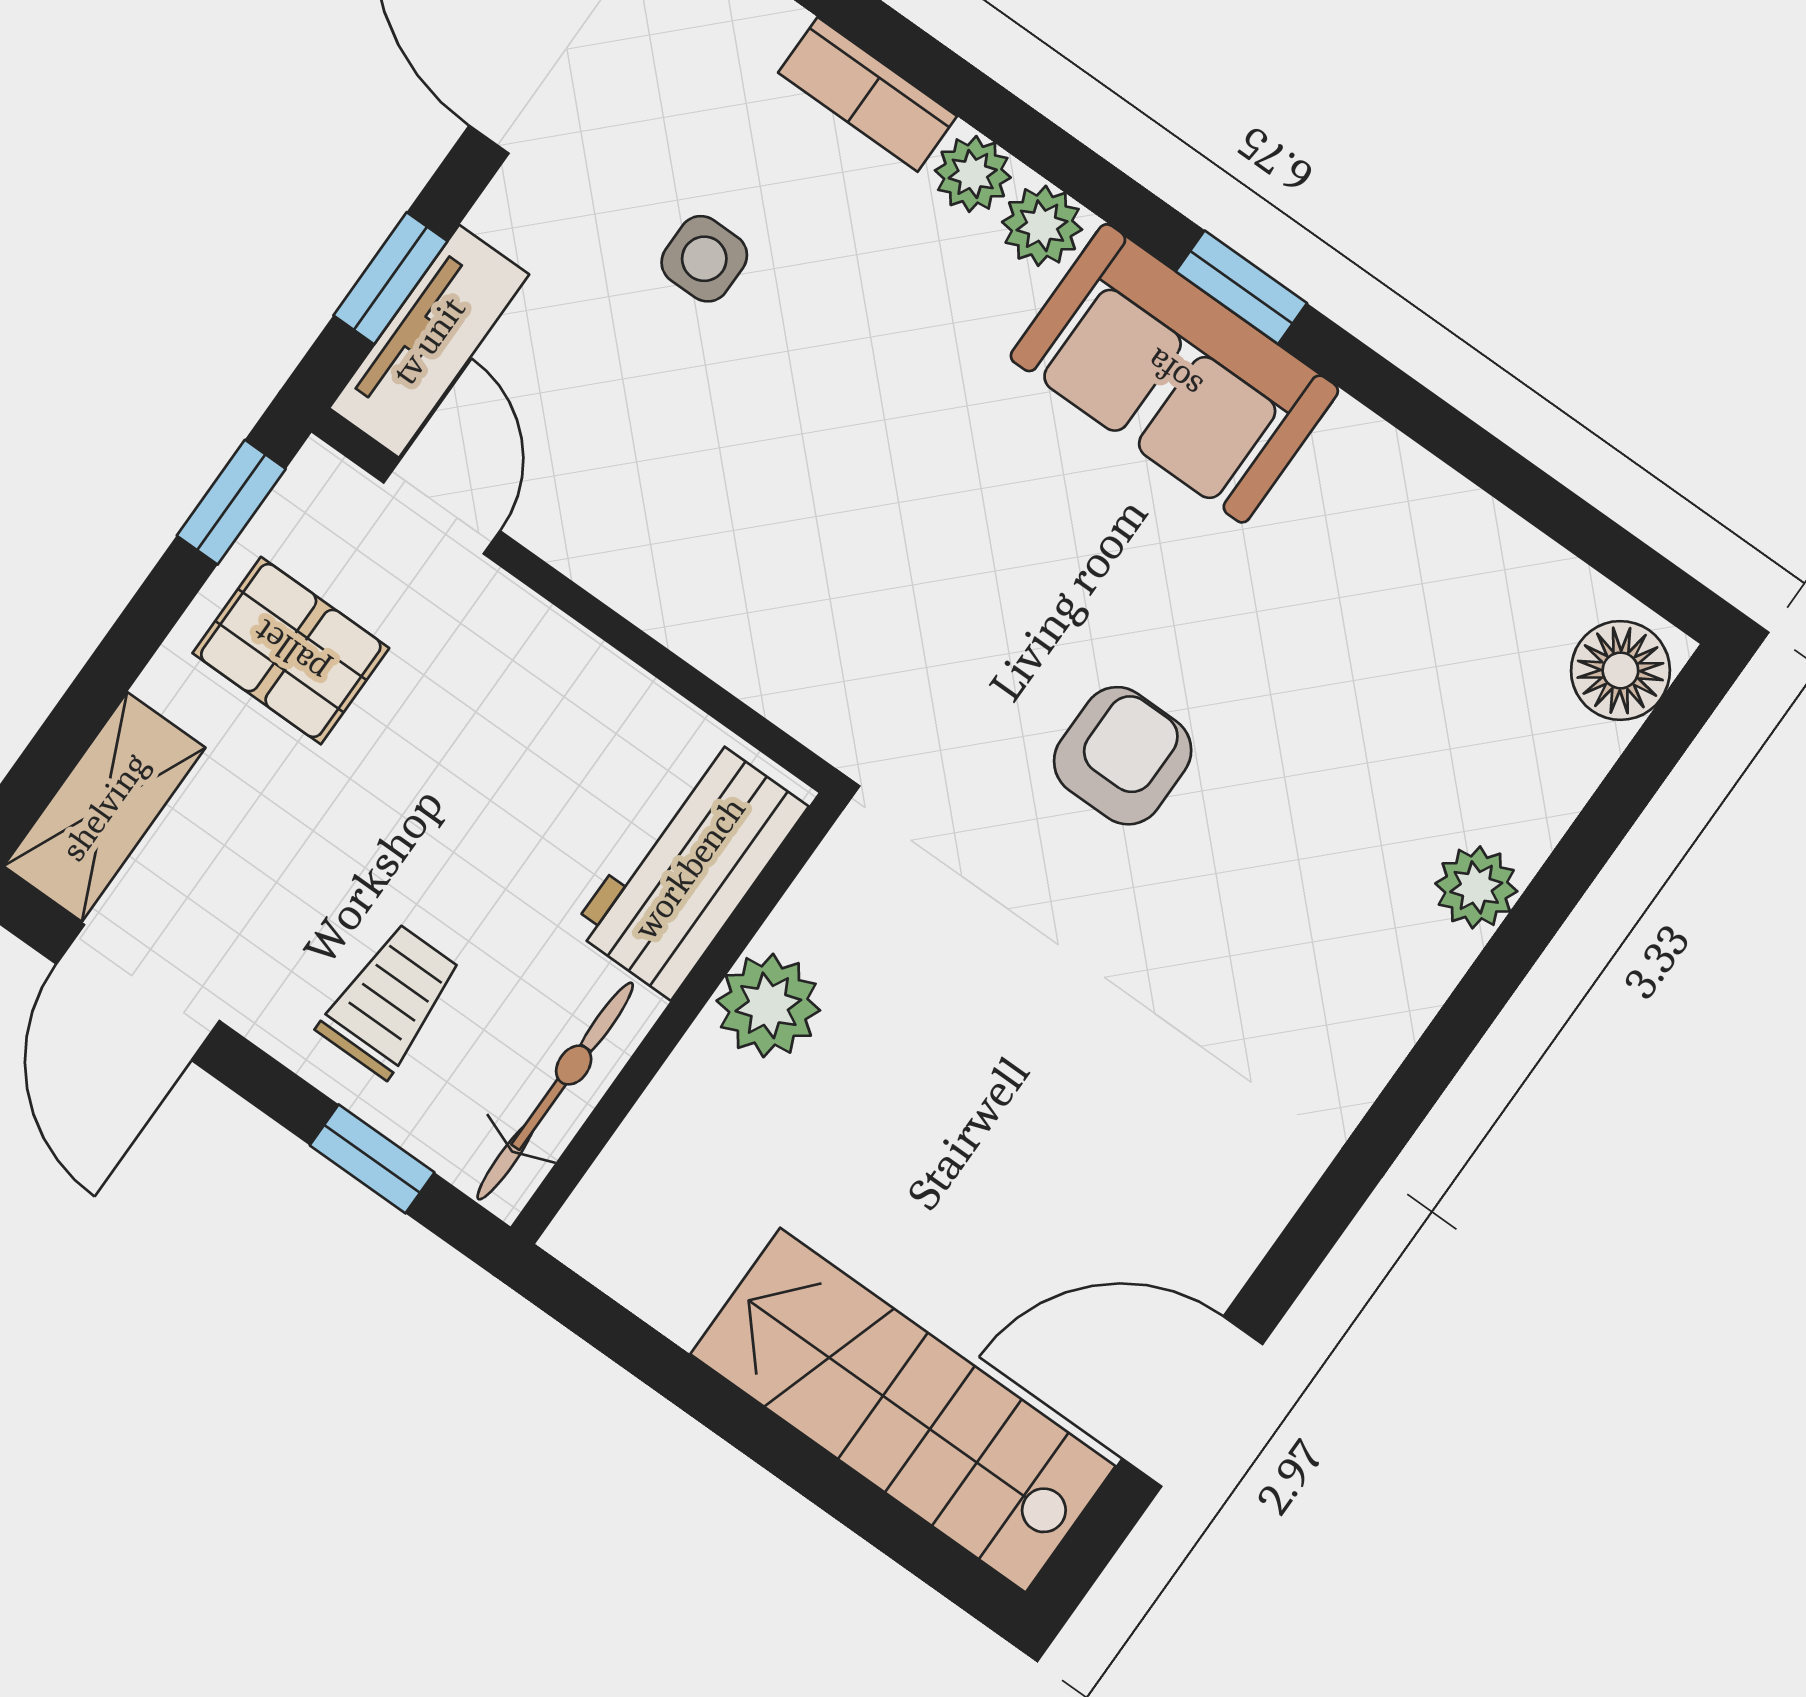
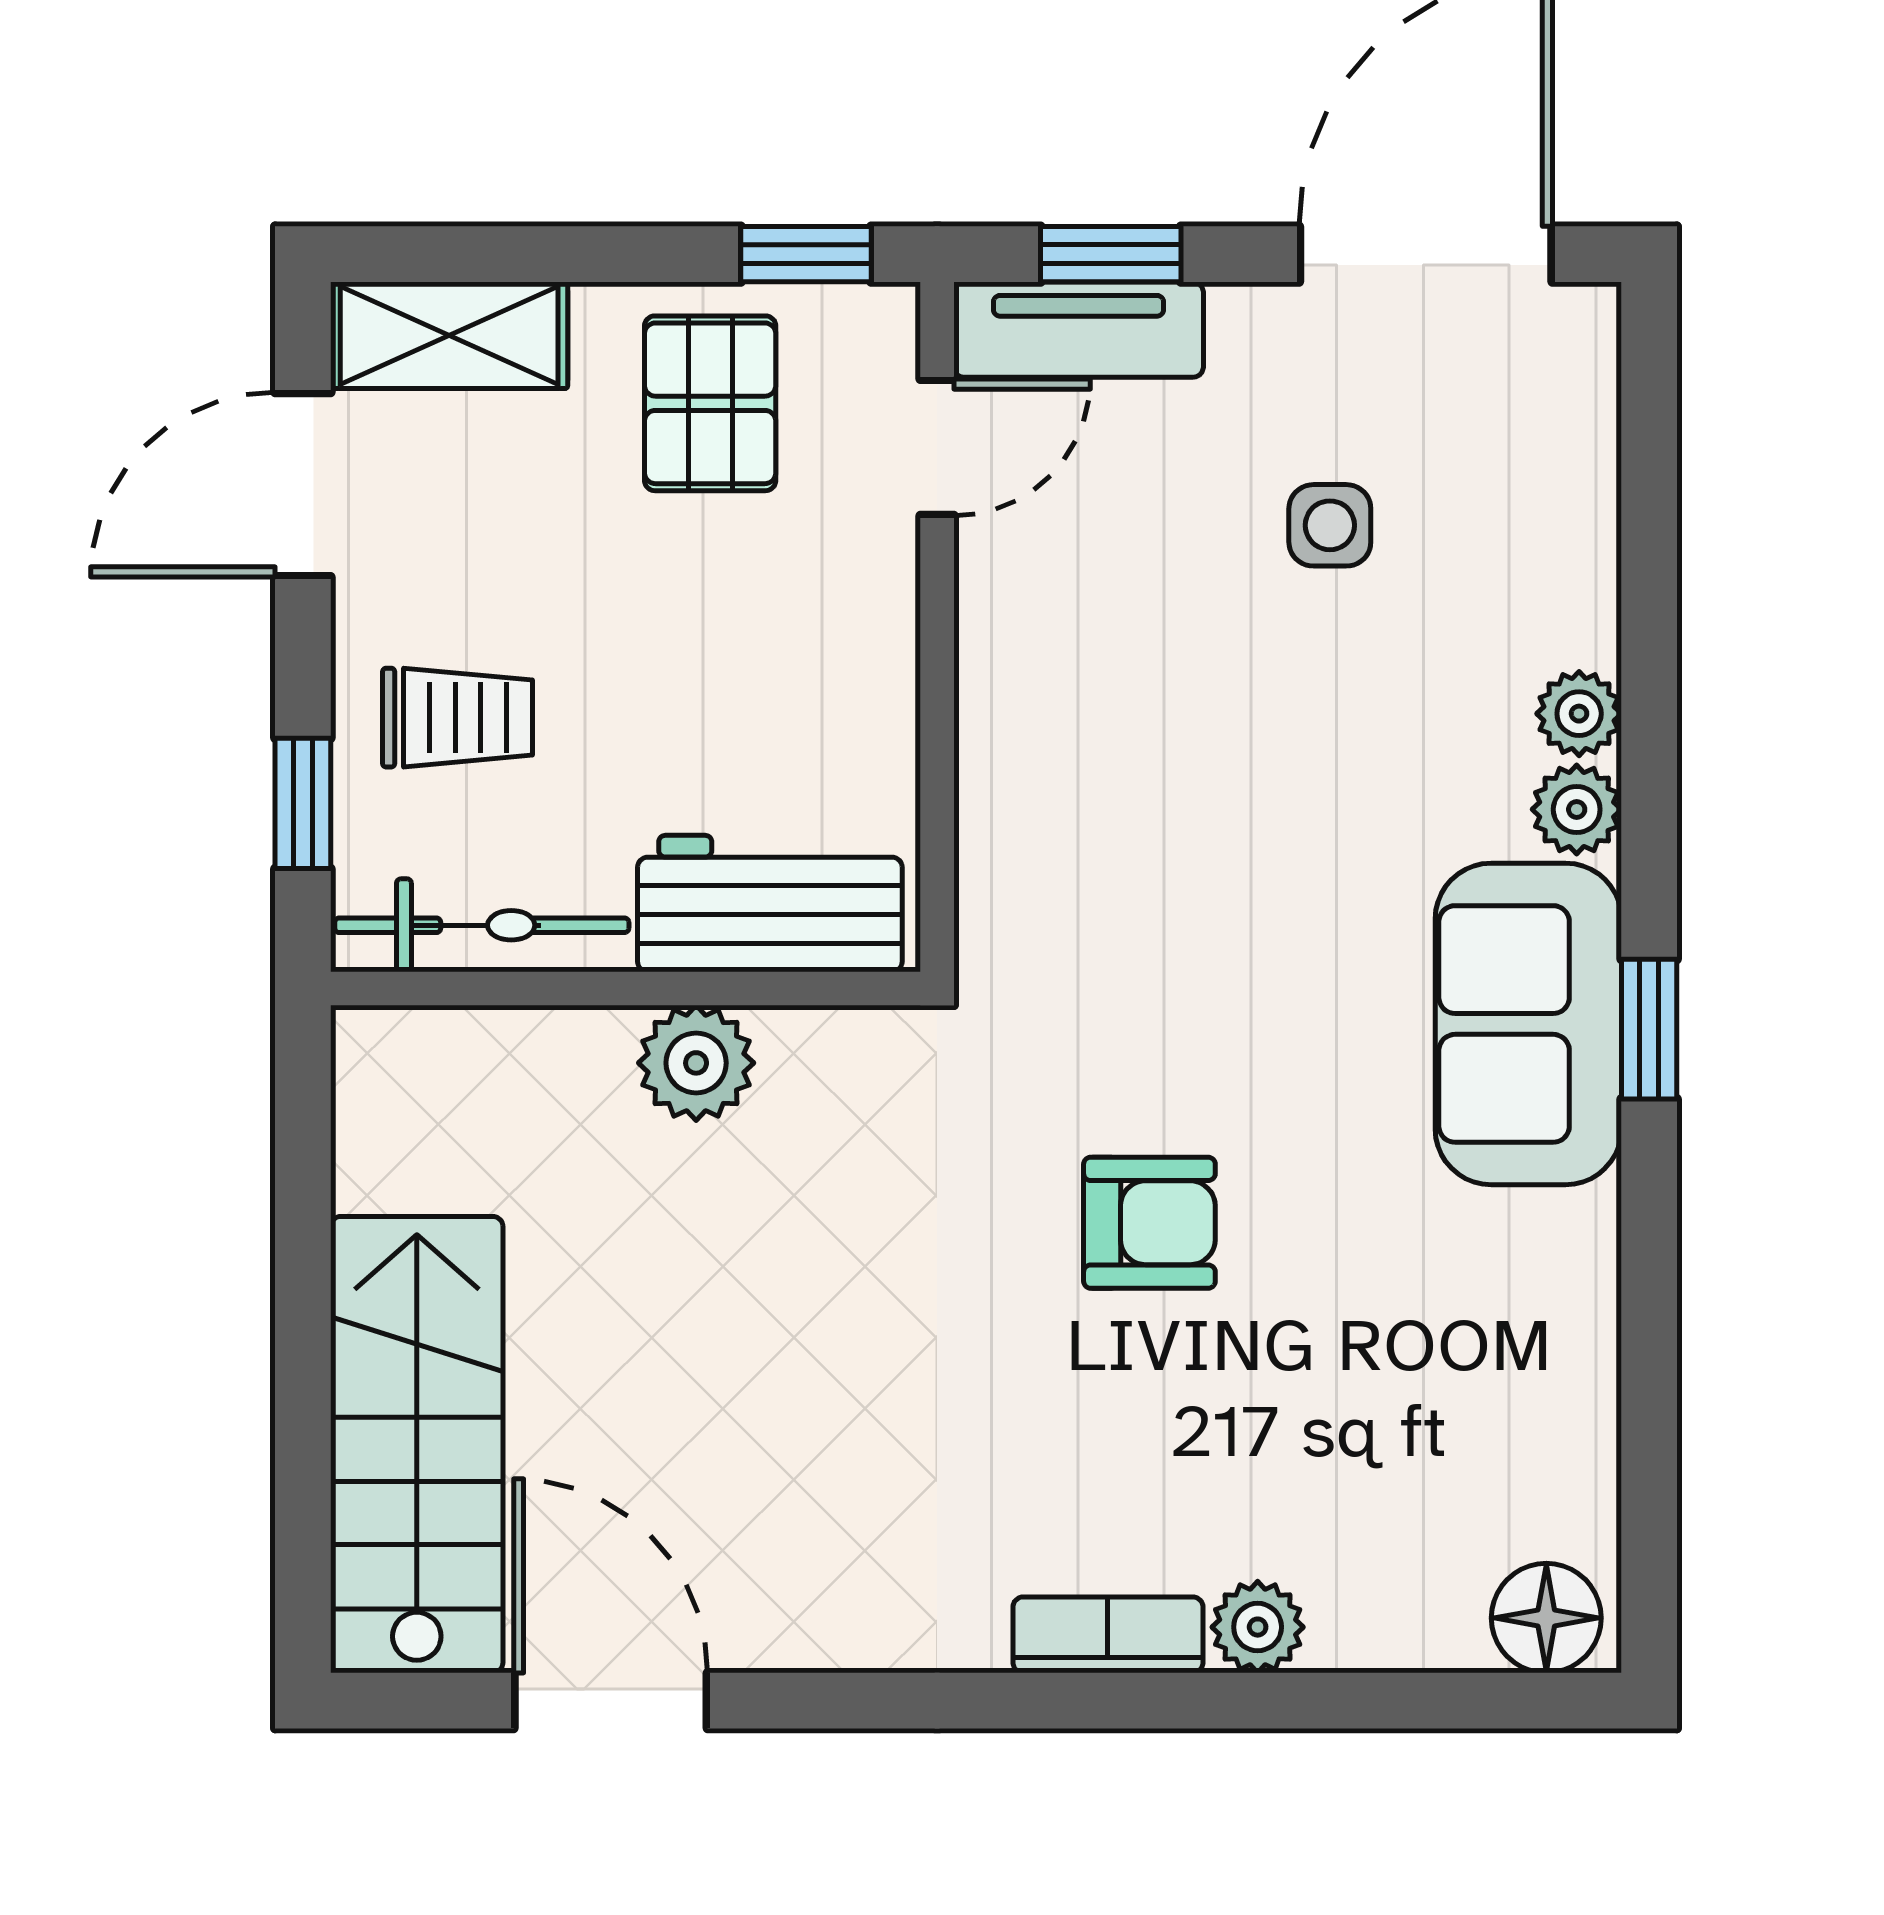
bookcase: (868, 94) -> (1108, 1635), moved, turned 90

